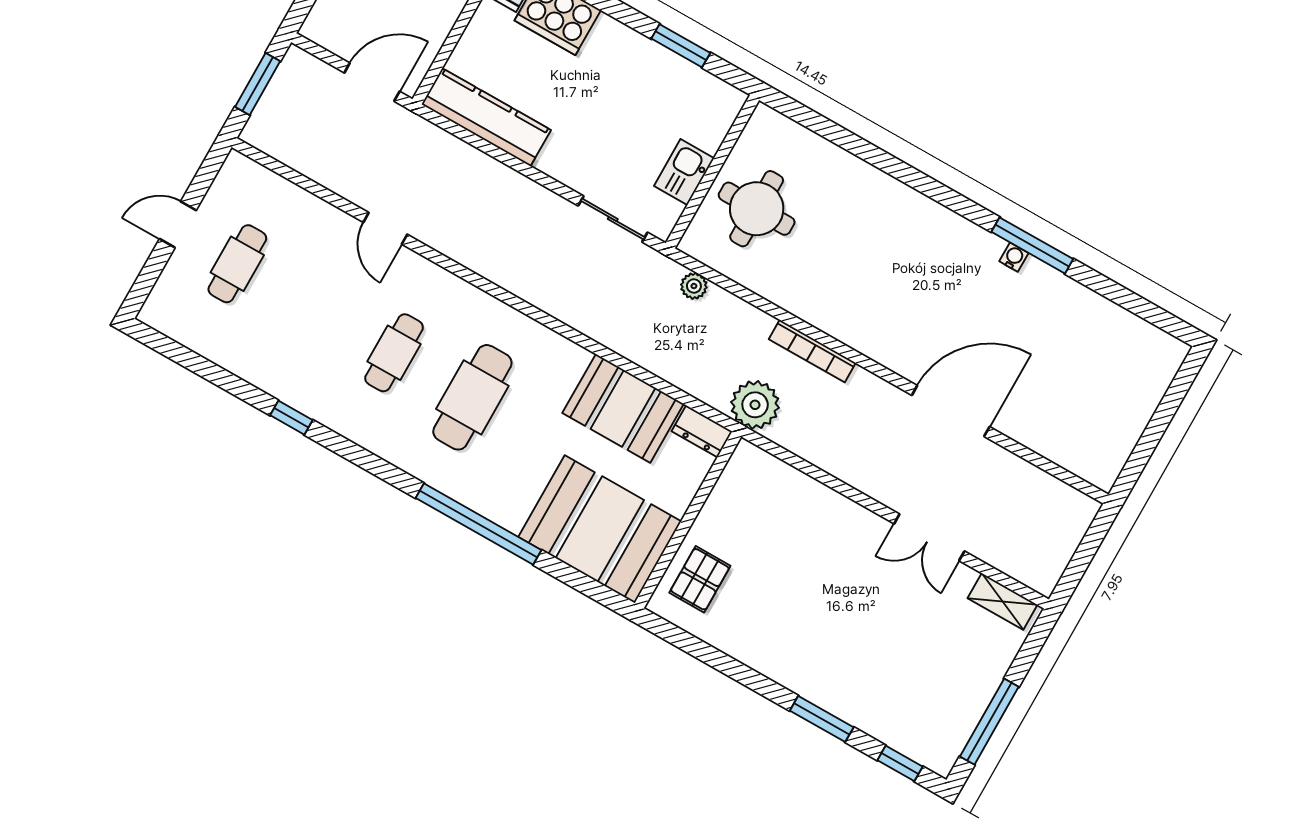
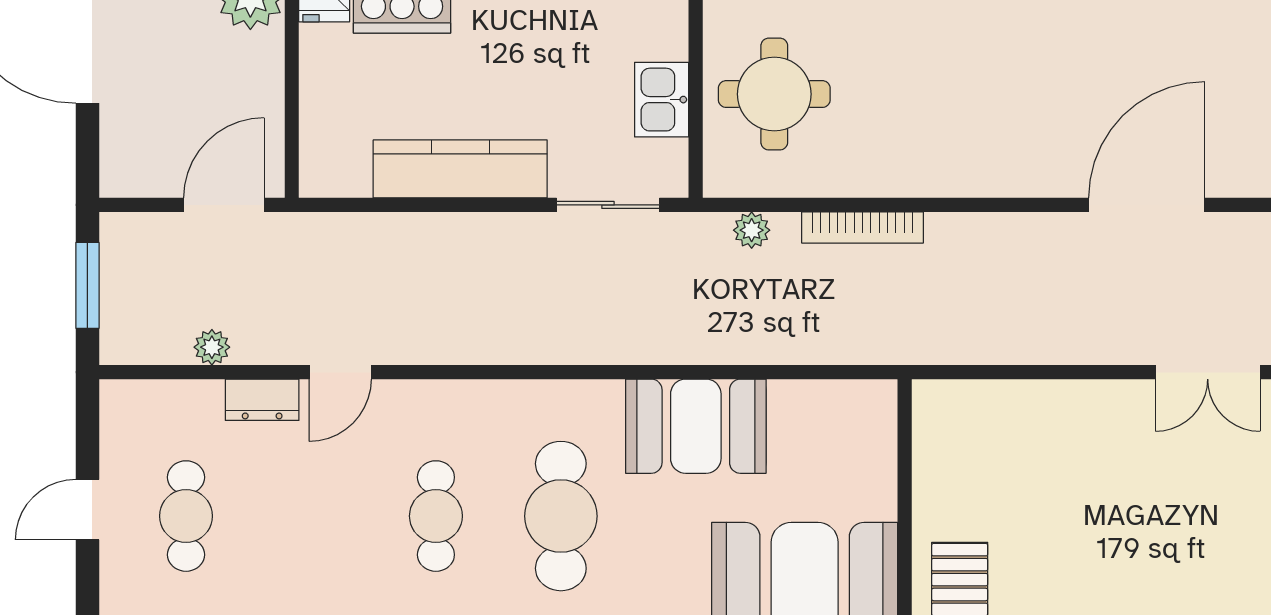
kitchen counter: (486, 117) -> (460, 169), moved
door: (385, 228) -> (340, 372), hinge flipped
bookcase: (812, 351) -> (863, 227), moved
plant: (755, 405) -> (212, 347), moved, width x0.53, depth x0.53
booth: (623, 408) -> (696, 426), moved
dresser: (702, 431) -> (262, 400), moved

